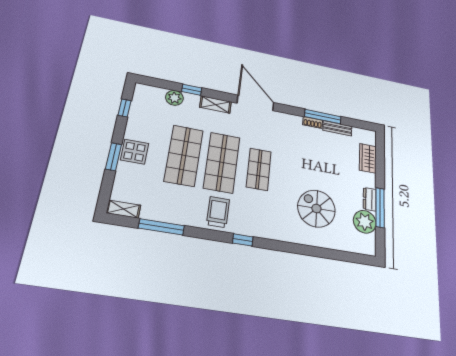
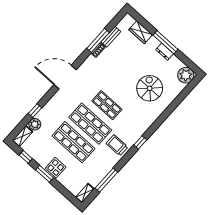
shelving: (215, 105) -> (23, 136), moved
window: (113, 157) -> (45, 174), moved
window: (380, 208) -> (166, 42), moved
spiral stairs: (316, 209) -> (150, 88), turned 90
plant: (365, 222) -> (186, 75), moved

